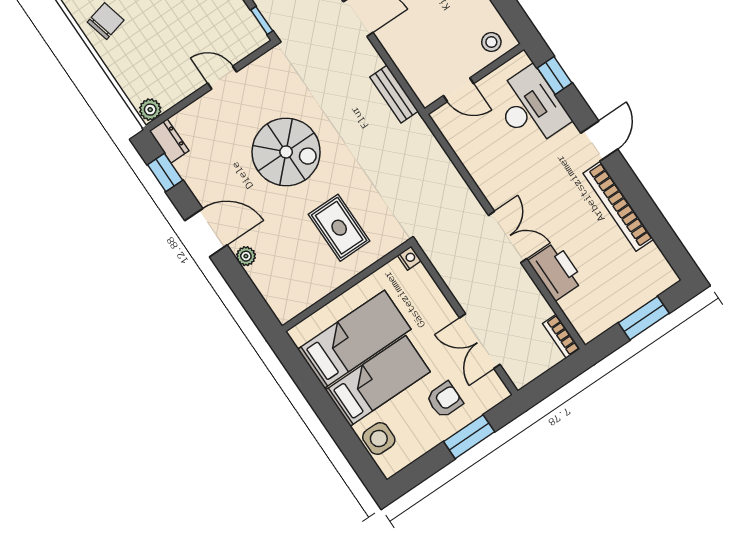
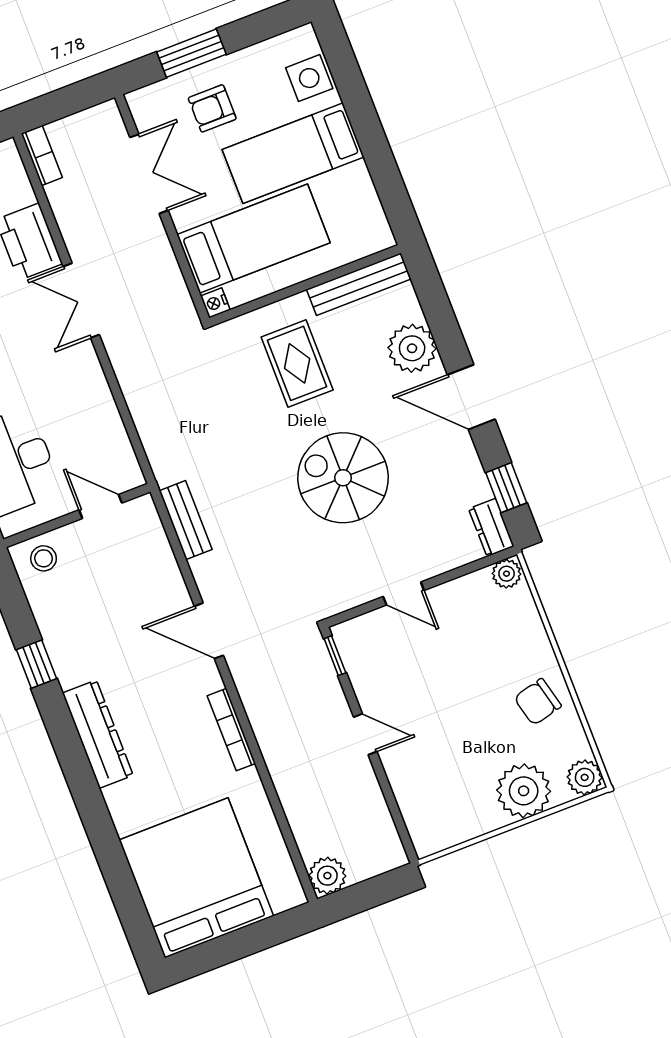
plant: (246, 256) -> (412, 348), width x1.88, depth x1.88
bench: (307, 296) -> (359, 284), added
bed: (354, 339) -> (253, 239), moved, turned 180

